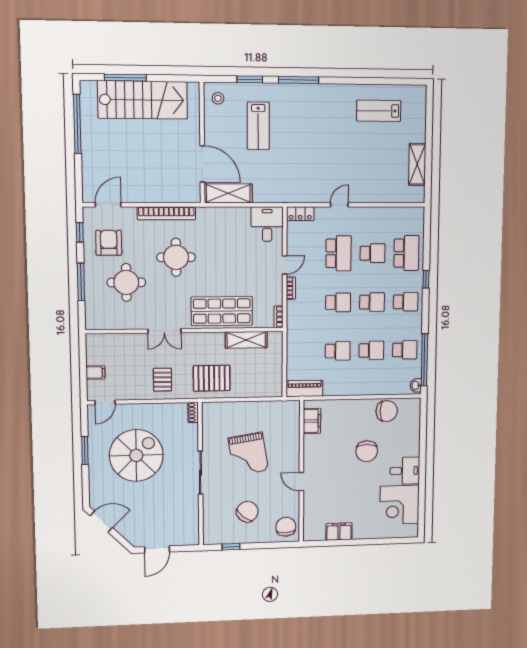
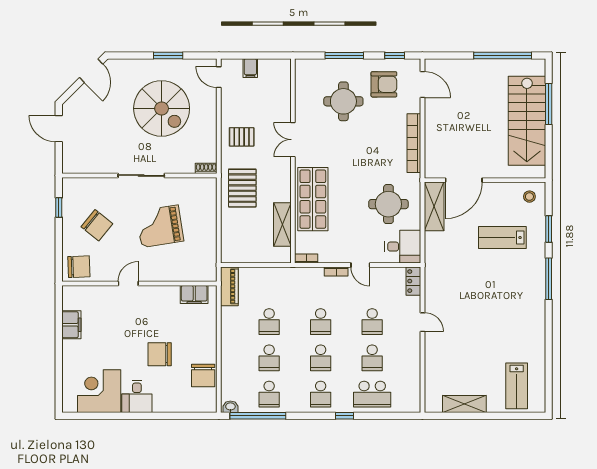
lab bench: (379, 111) -> (517, 386), moved, turned 180
school desk: (338, 253) -> (372, 322), width x0.54
round table: (176, 257) -> (388, 204), moved

